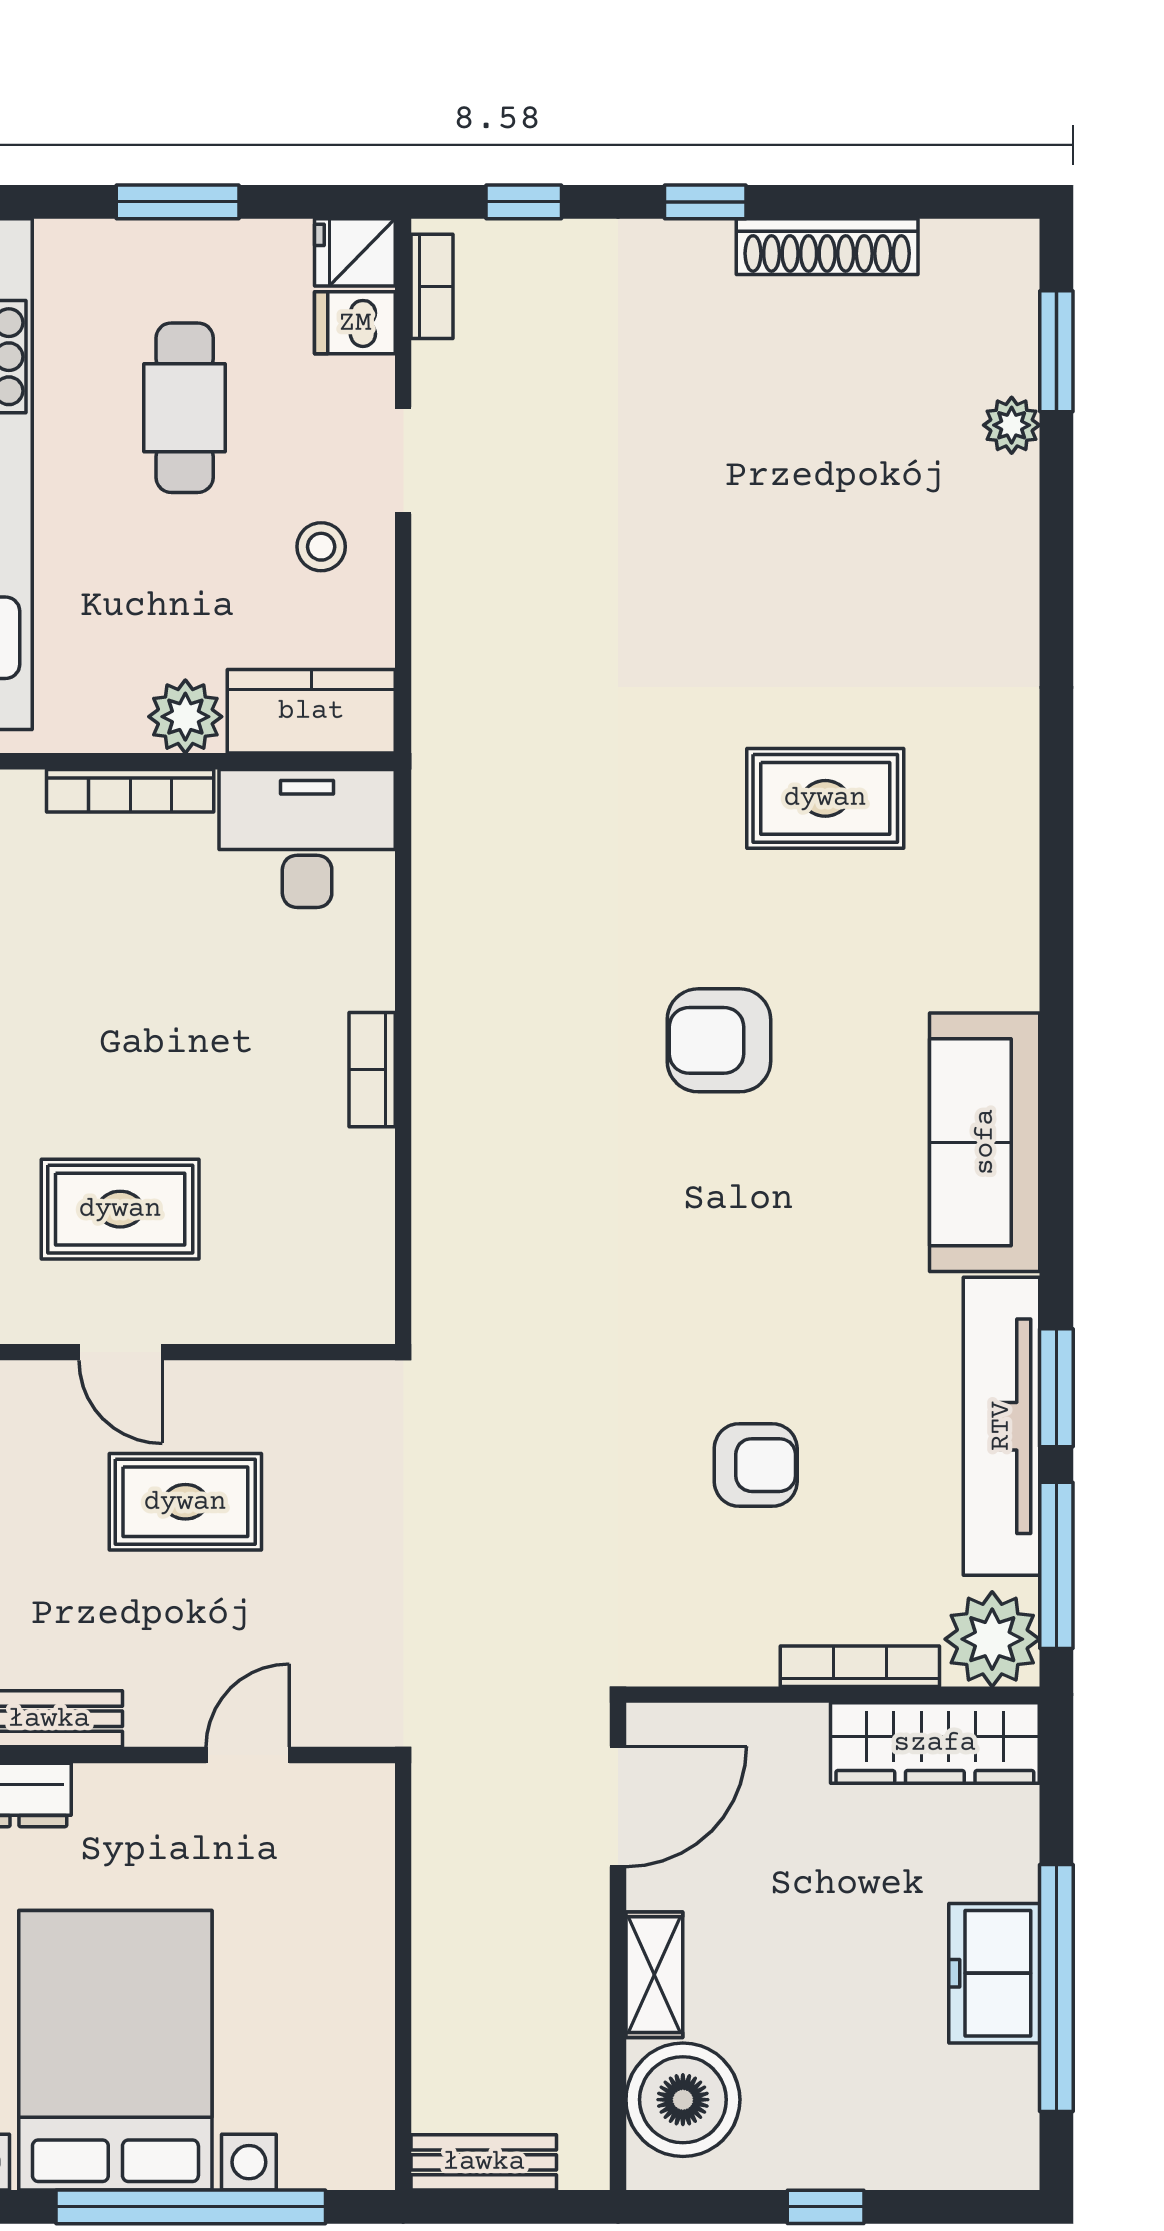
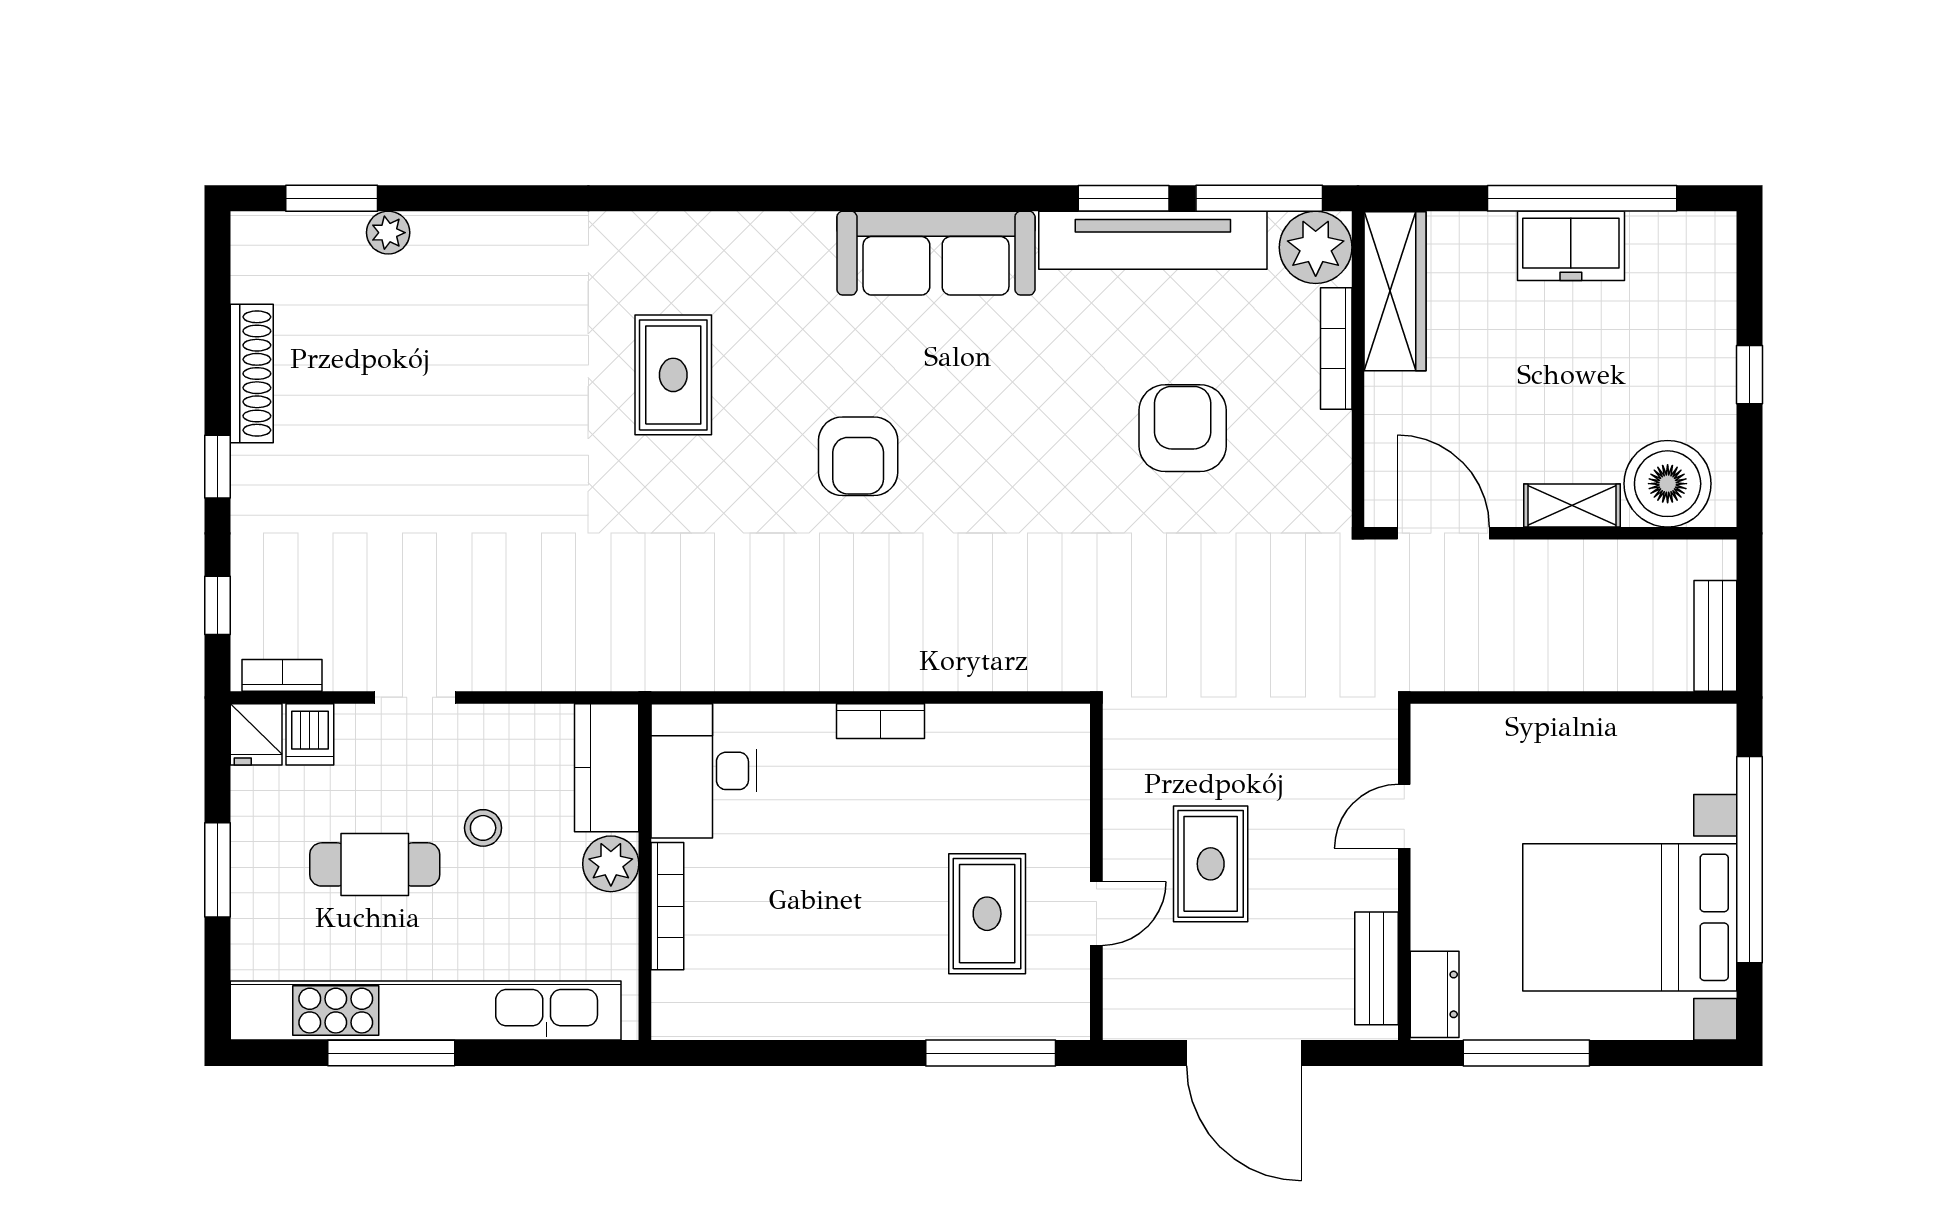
stool: (321, 547) -> (483, 828), moved
armchair: (756, 1465) -> (1183, 428), width x1.38, depth x1.38
door: (248, 1755) -> (1404, 816), hinge flipped

